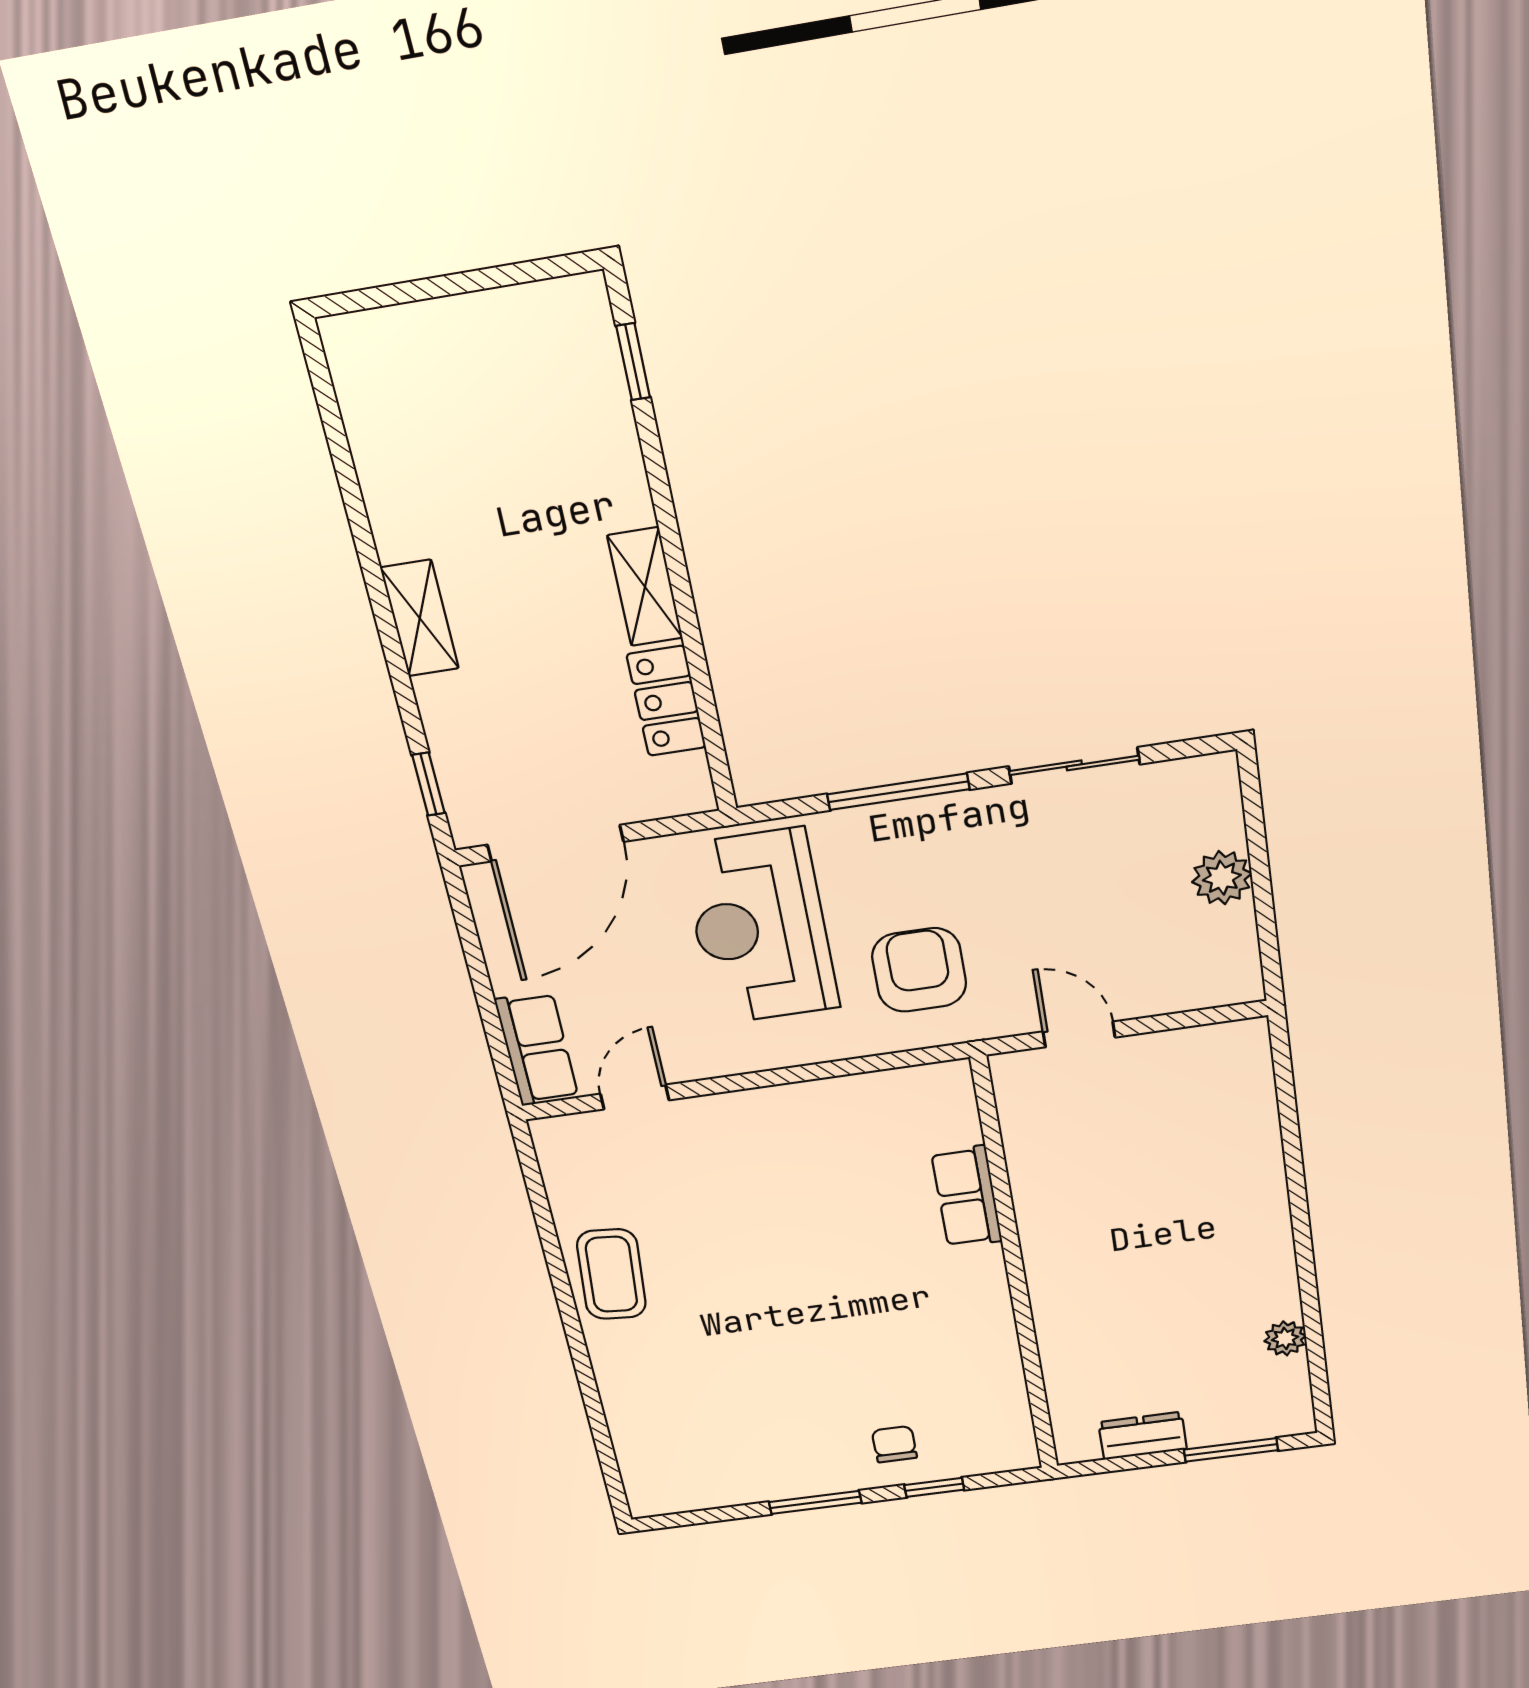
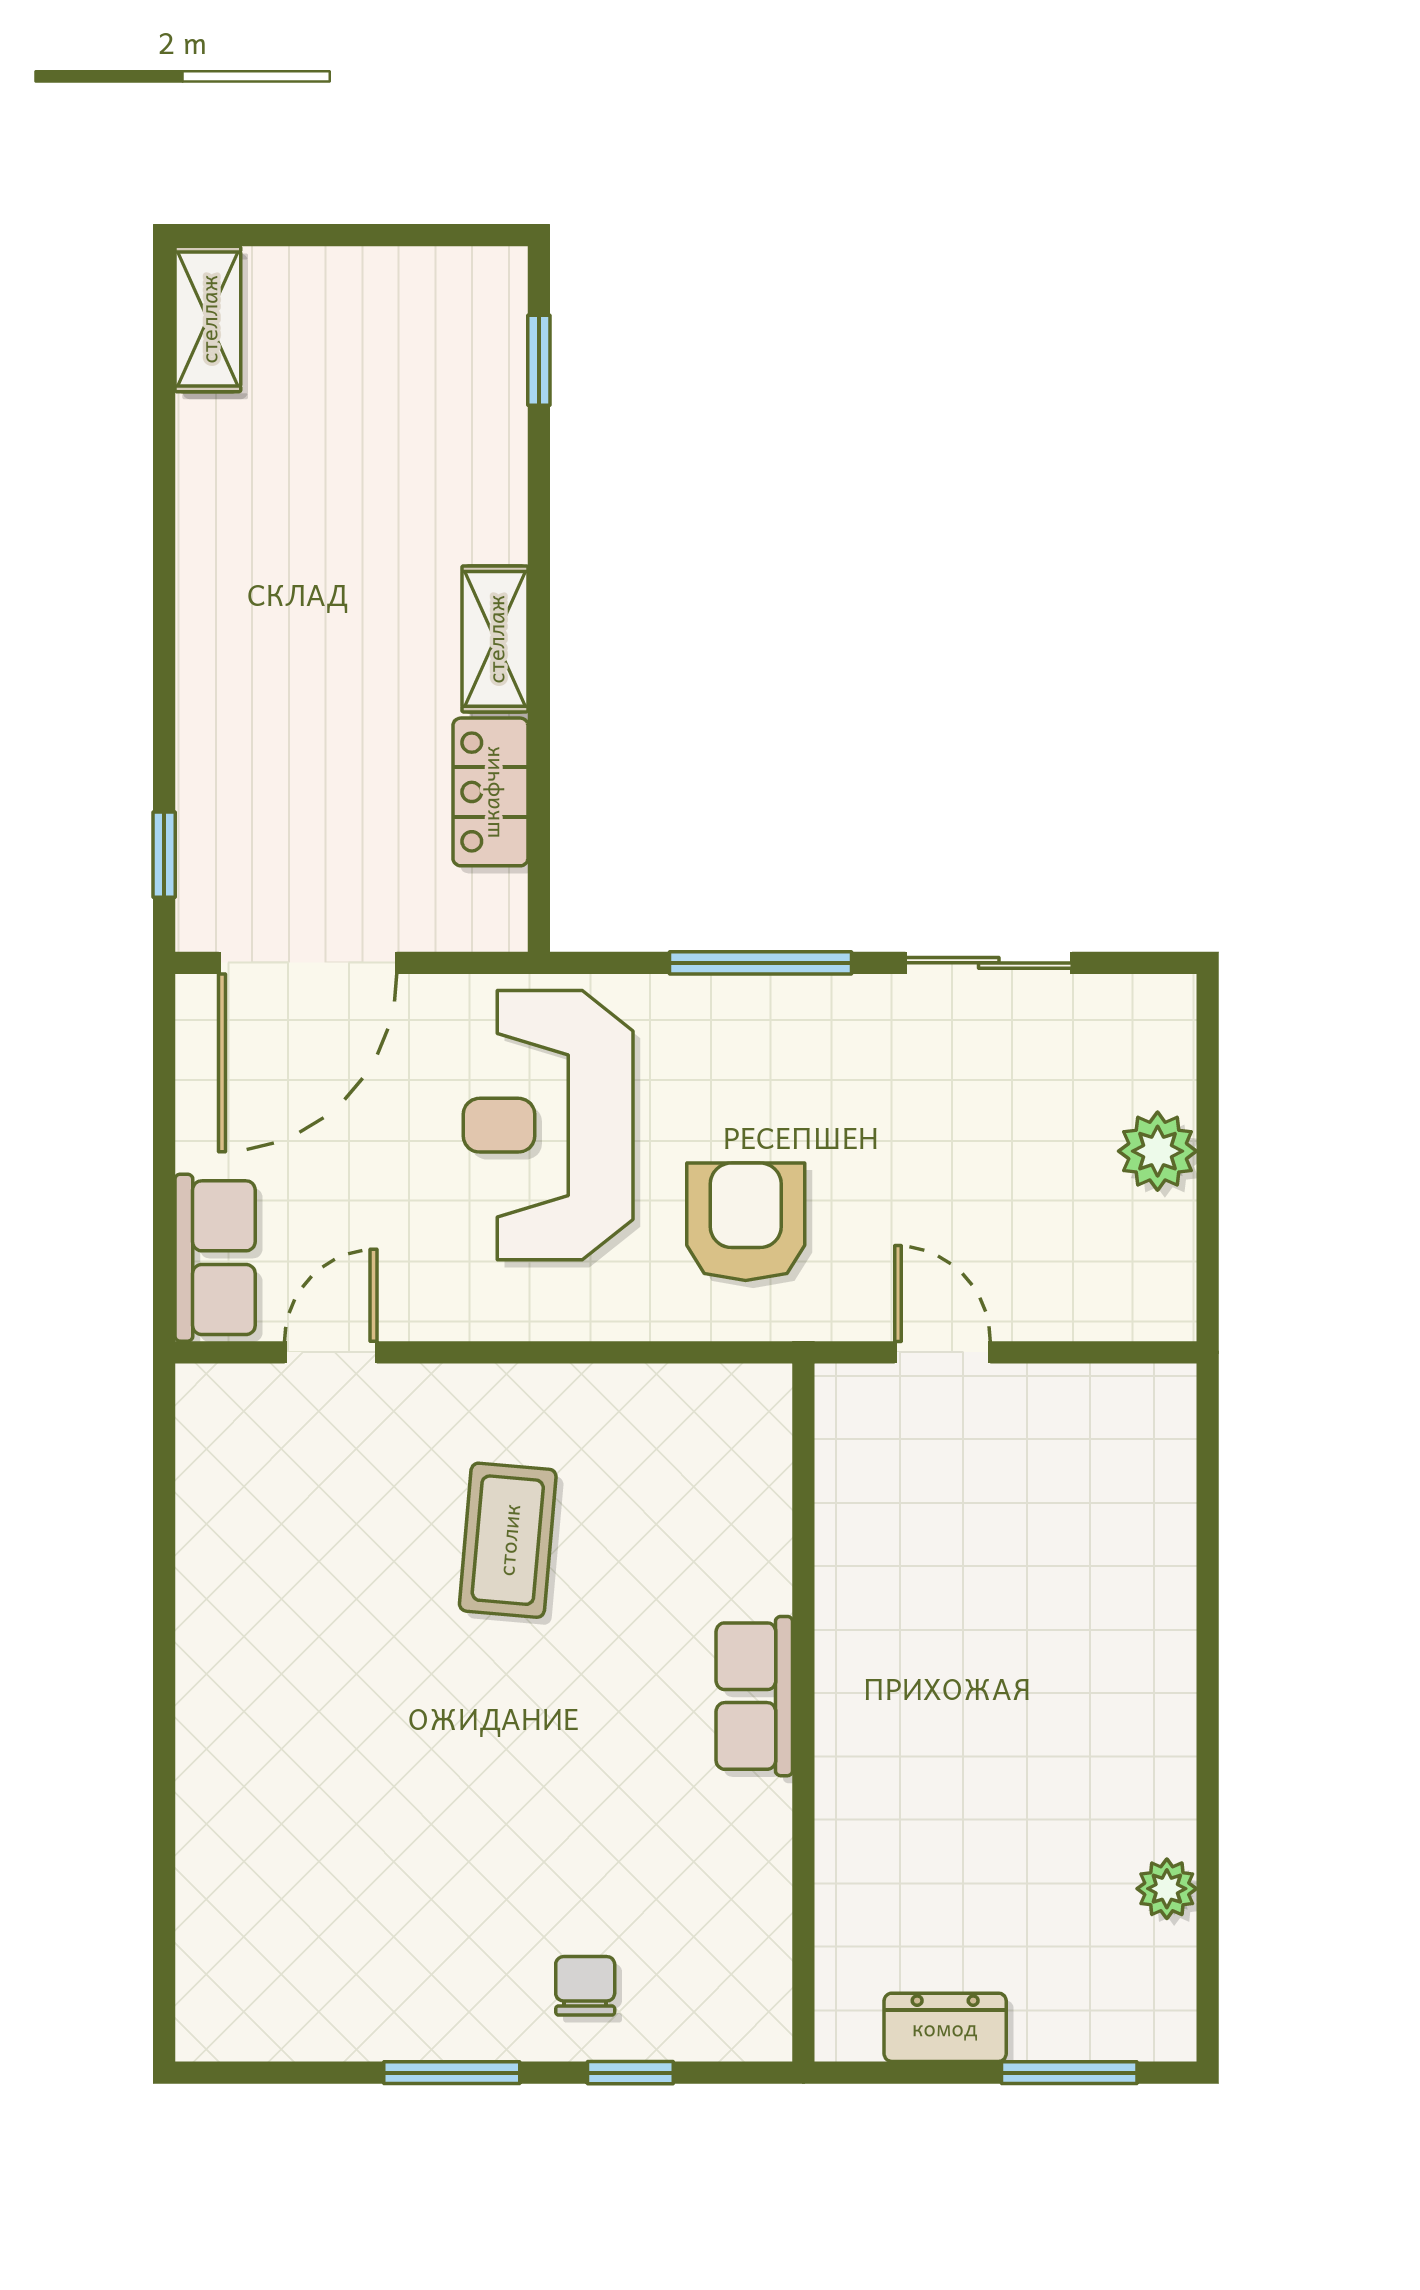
shelving: (420, 618) -> (208, 319), moved
row of seats: (967, 1197) -> (754, 1696), moved
coffee table: (611, 1274) -> (508, 1540), moved

